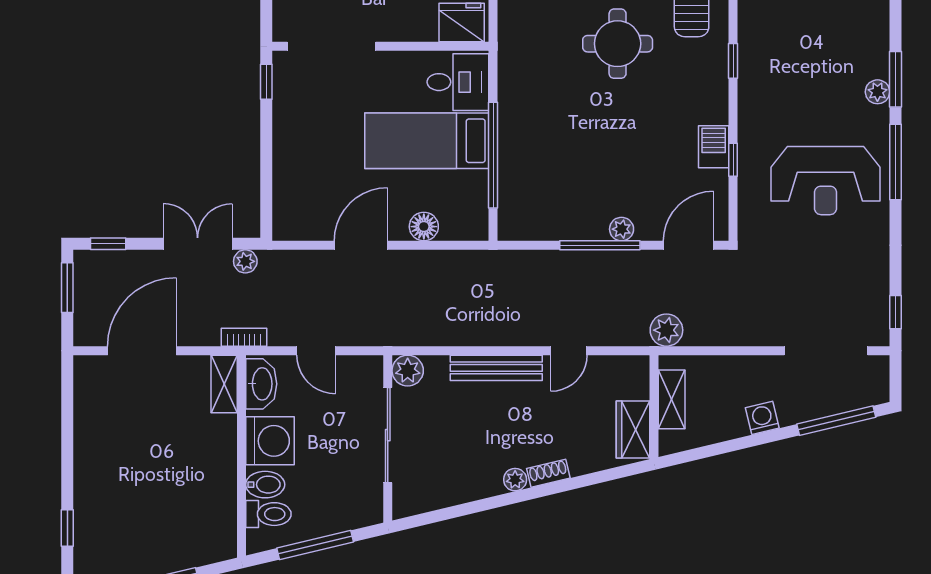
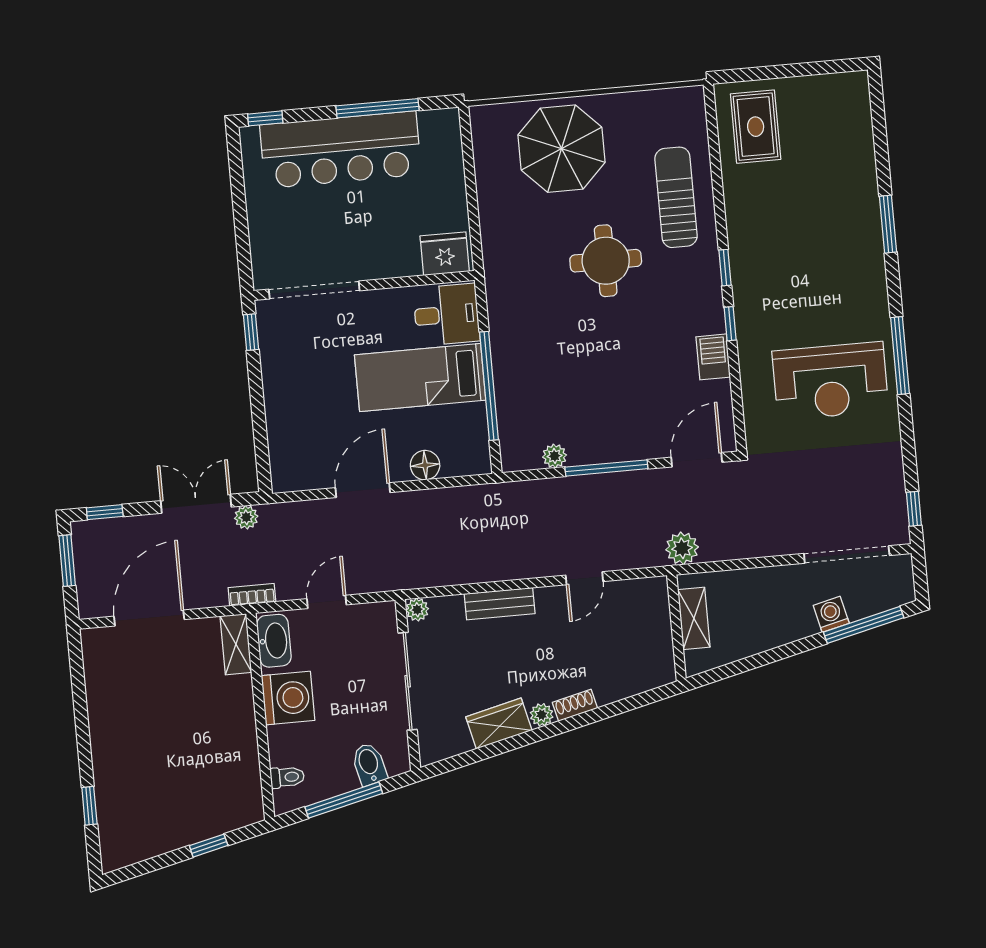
window: (895, 79) -> (888, 224), moved
plant: (877, 92) -> (875, 286), removed
window: (733, 160) -> (730, 324), moved
plant: (622, 229) -> (555, 456), moved
door: (316, 351) -> (327, 602), swing flipped
bench: (496, 368) -> (500, 604), width x0.73
plant: (408, 371) -> (417, 610), width x0.73, depth x0.73
washing machine: (762, 418) -> (831, 614), moved
wardrobe: (633, 430) -> (499, 724), moved, turned 77
bidet: (265, 485) -> (369, 764), moved, turned -103
toilet: (268, 514) -> (287, 777), width x0.73, depth x0.72

